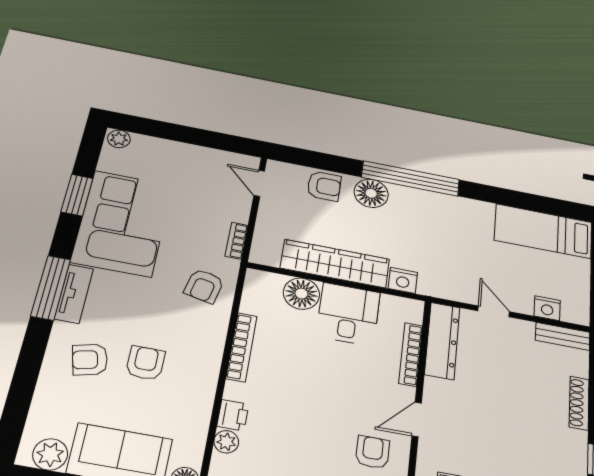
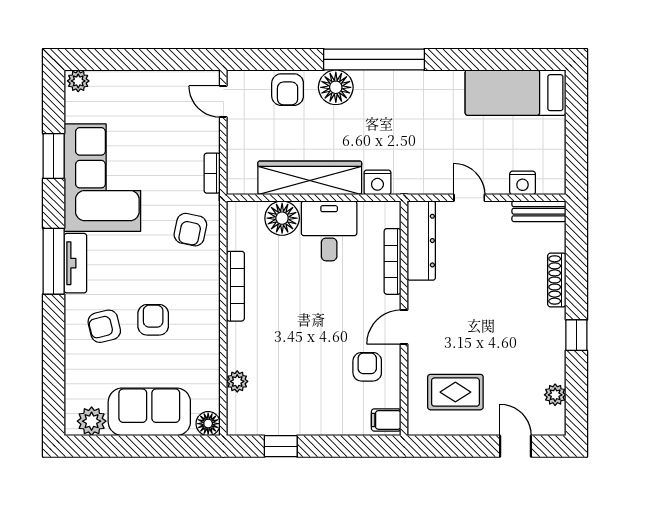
armchair: (324, 186) -> (288, 90), turned 90
printer: (233, 415) -> (239, 355), removed

